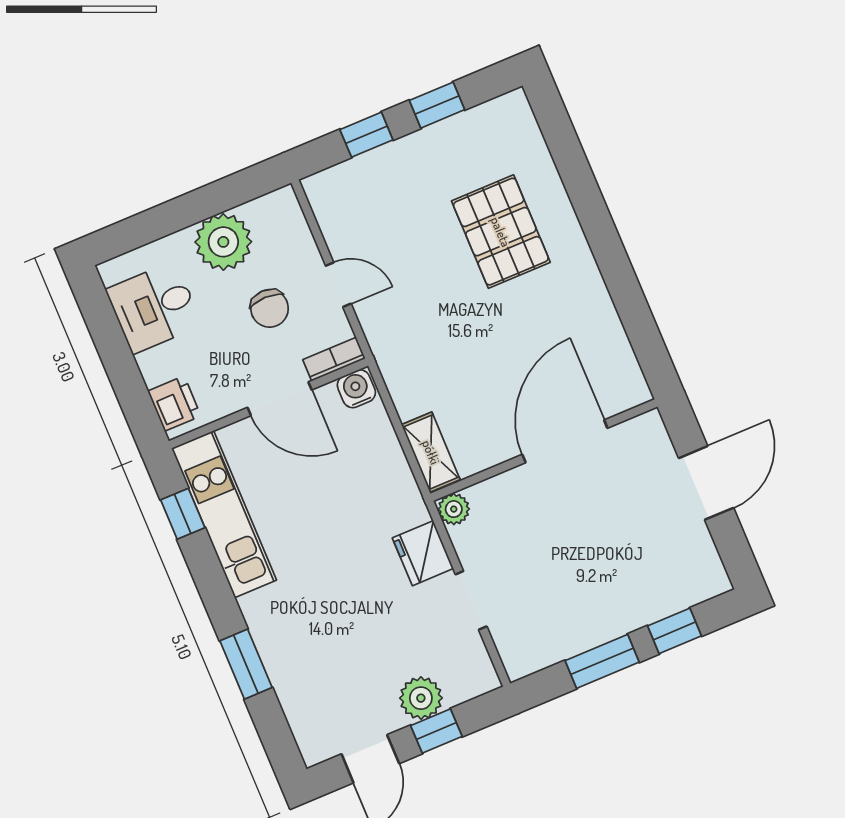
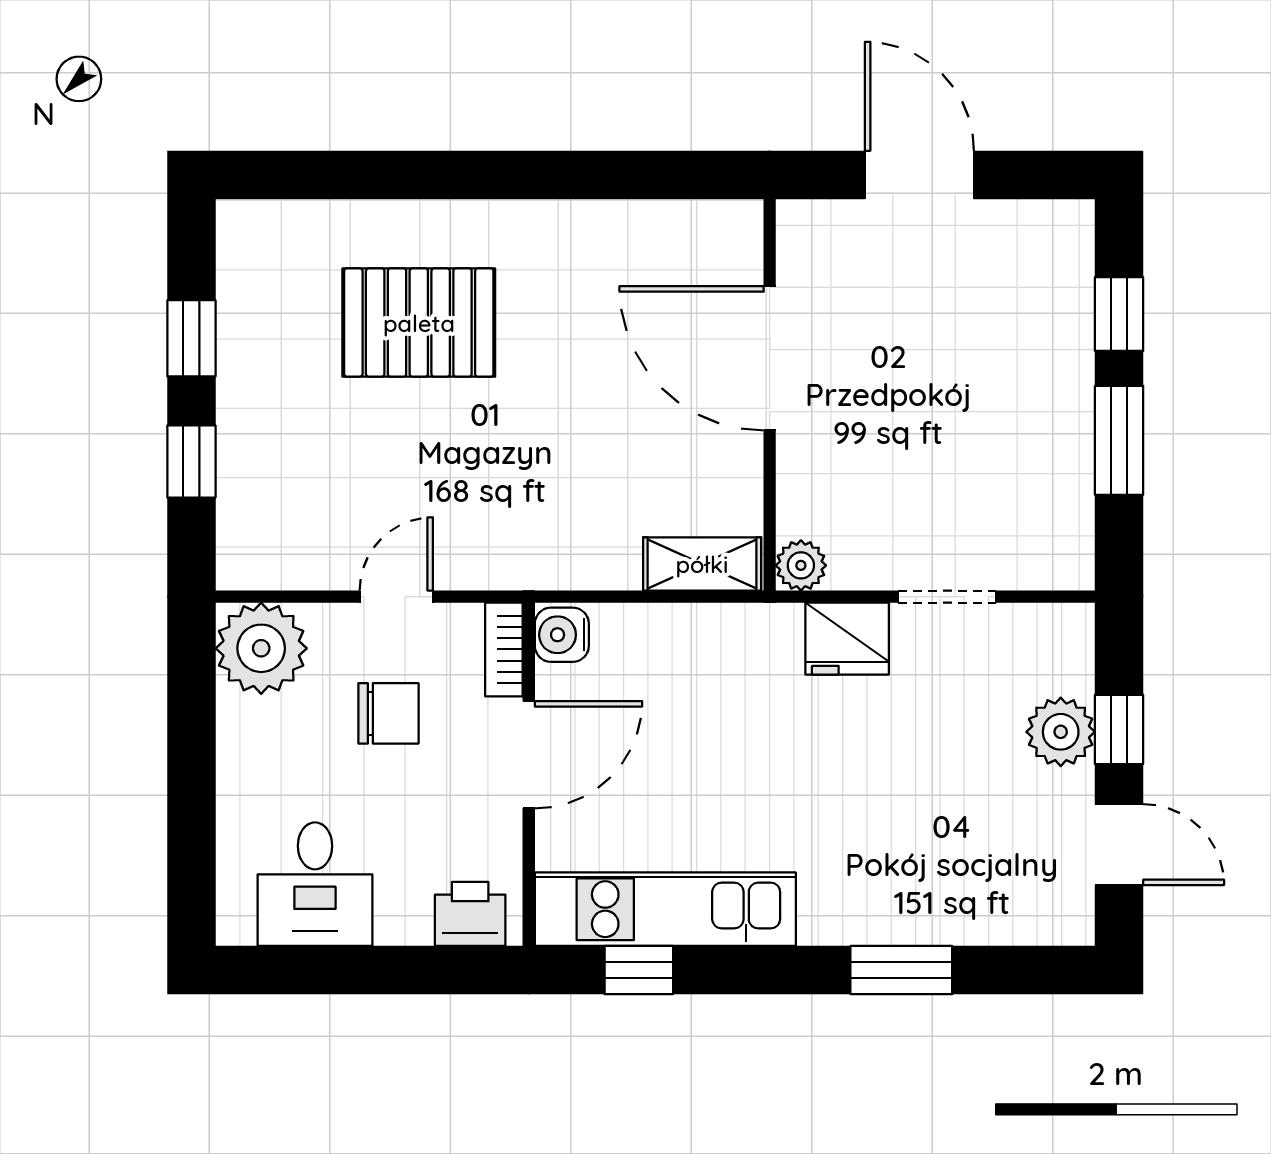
plant: (223, 242) -> (261, 648), moved

